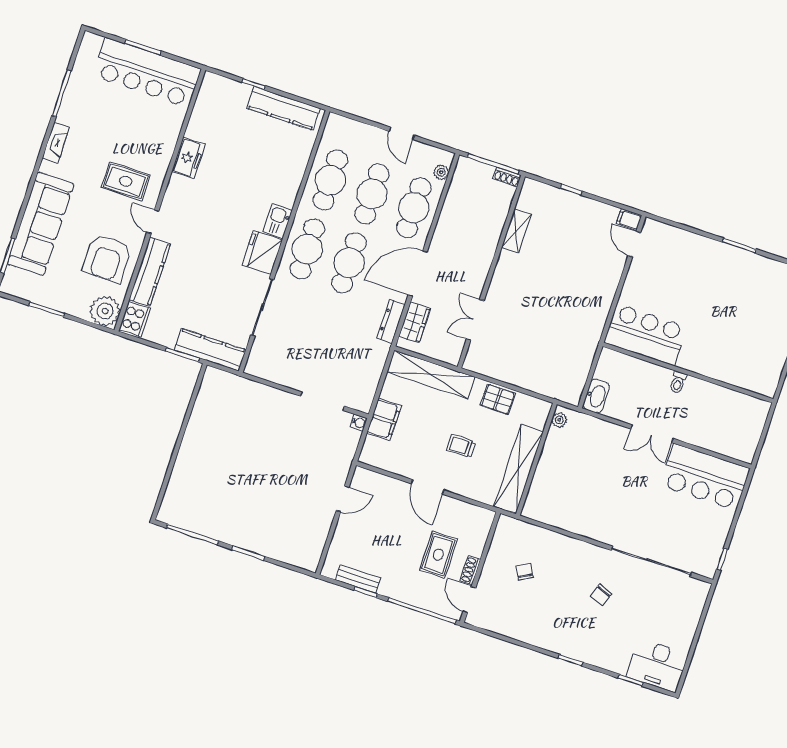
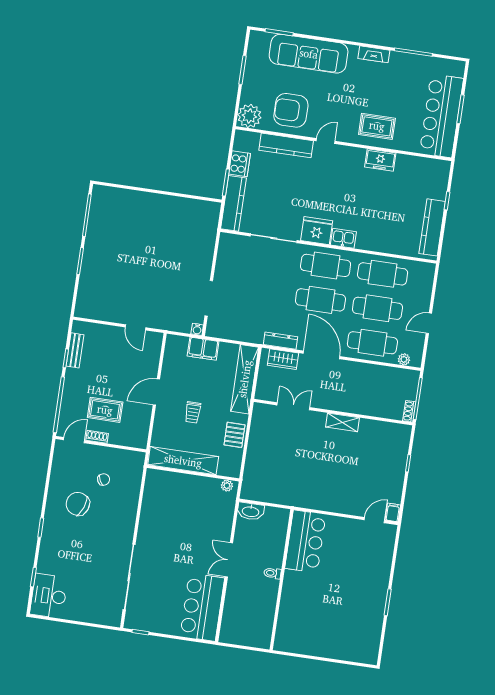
rug: (126, 181) -> (377, 126), moved, turned 90
shelving: (516, 231) -> (342, 422), moved
cooker: (135, 319) -> (240, 164), moved, turned -90
trolley: (461, 446) -> (193, 412), turned 180
chair: (601, 595) -> (78, 504), moved, width x1.87, depth x1.87

